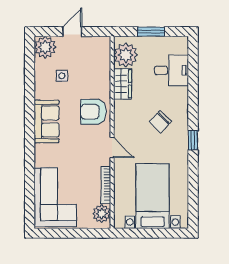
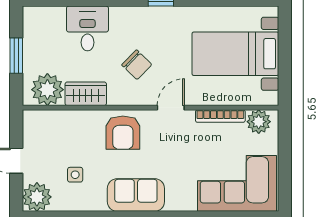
desk: (172, 70) -> (87, 28), moved
chair: (160, 122) -> (137, 65), moved

